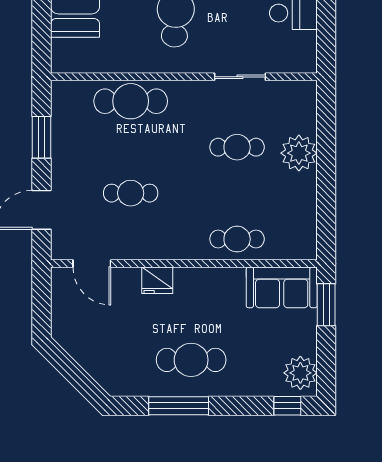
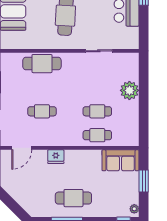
cafe table: (237, 147) -> (97, 111), moved
door: (92, 263) -> (22, 148), hinge flipped
window: (326, 305) -> (144, 181), moved
plant: (300, 373) -> (134, 209), width x0.53, depth x0.53

